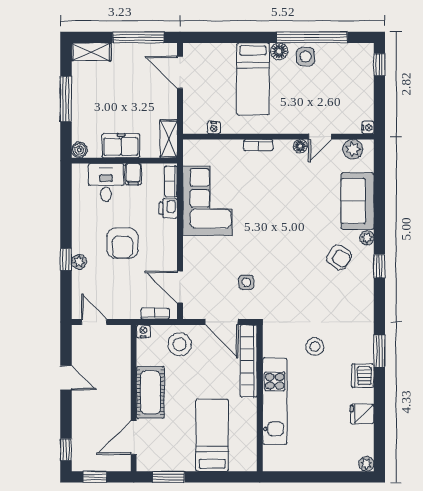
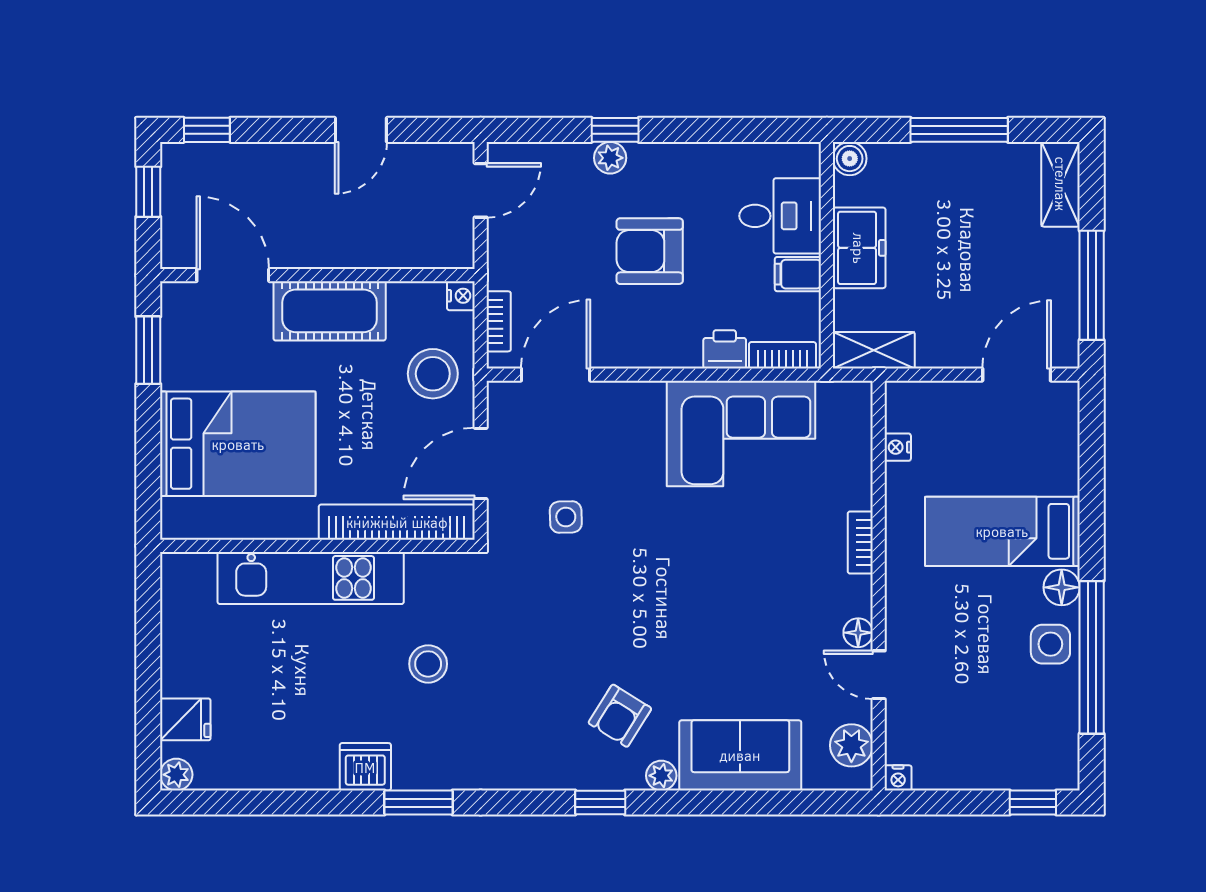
fridge: (362, 414) -> (185, 719), moved, turned 90
bed: (212, 435) -> (238, 444), width x1.50

